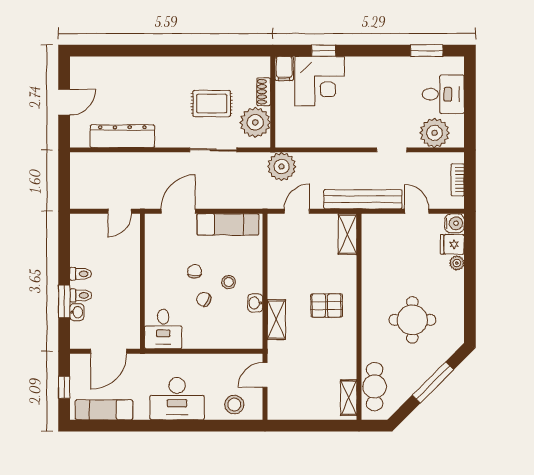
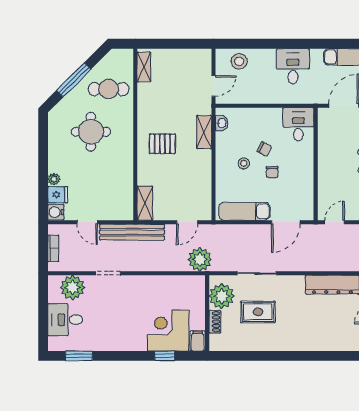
washbasin: (255, 303) -> (222, 123), moved
cafe table: (375, 387) -> (109, 89), moved, turned 90
desk: (177, 399) -> (293, 66), width x0.73

